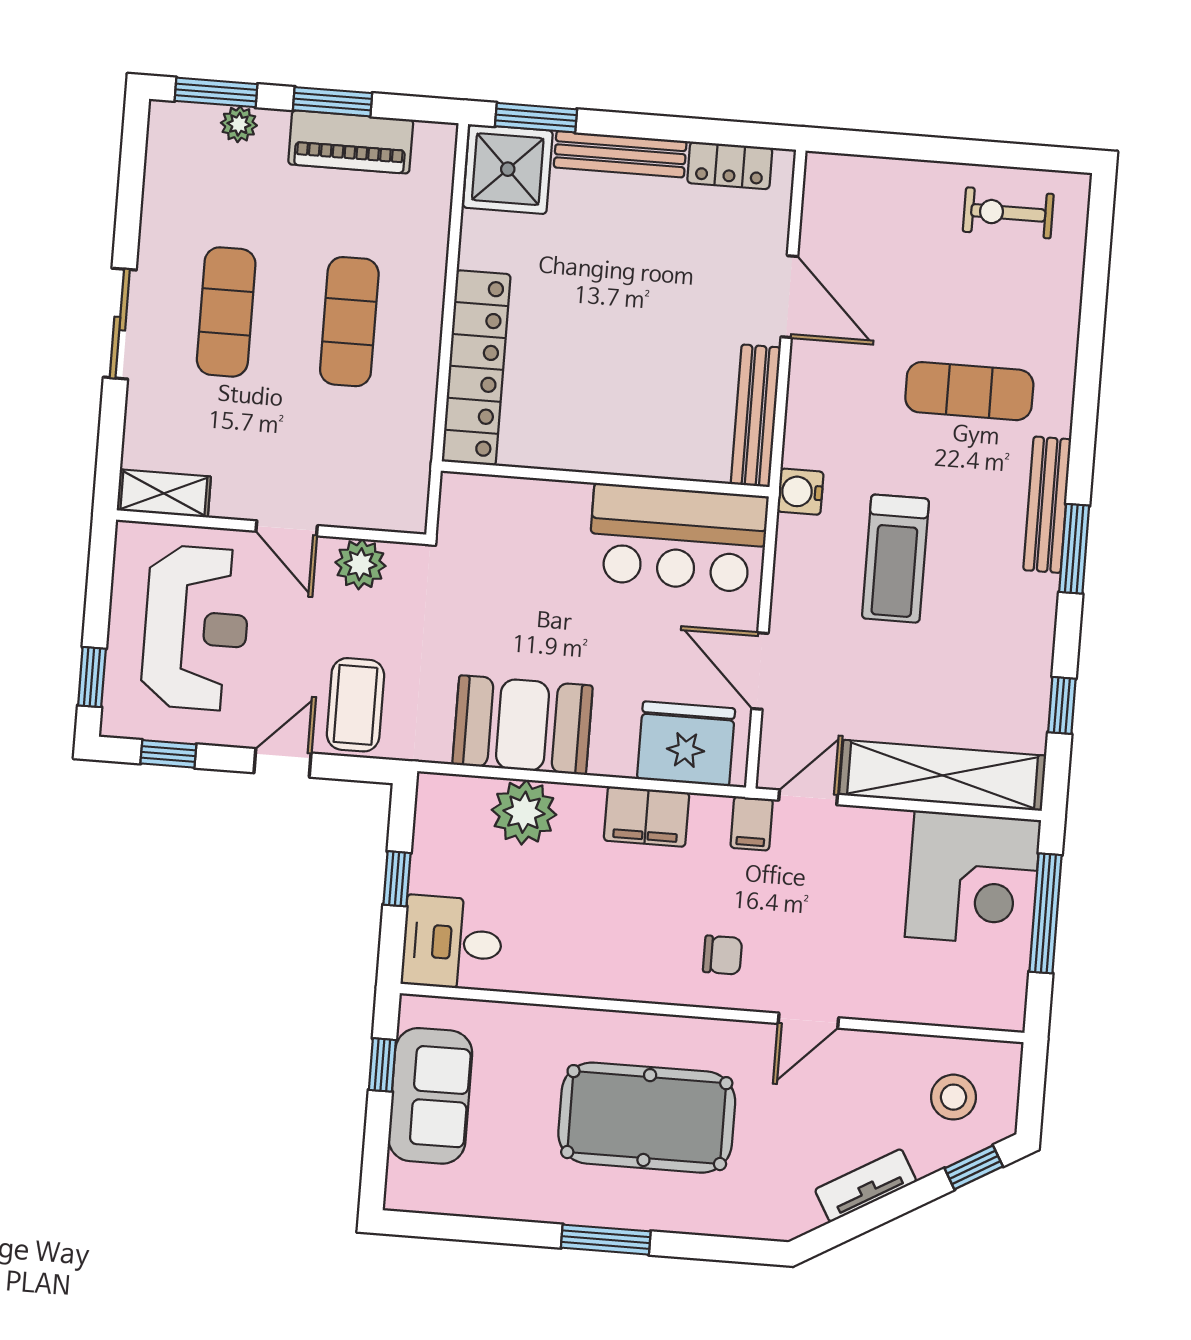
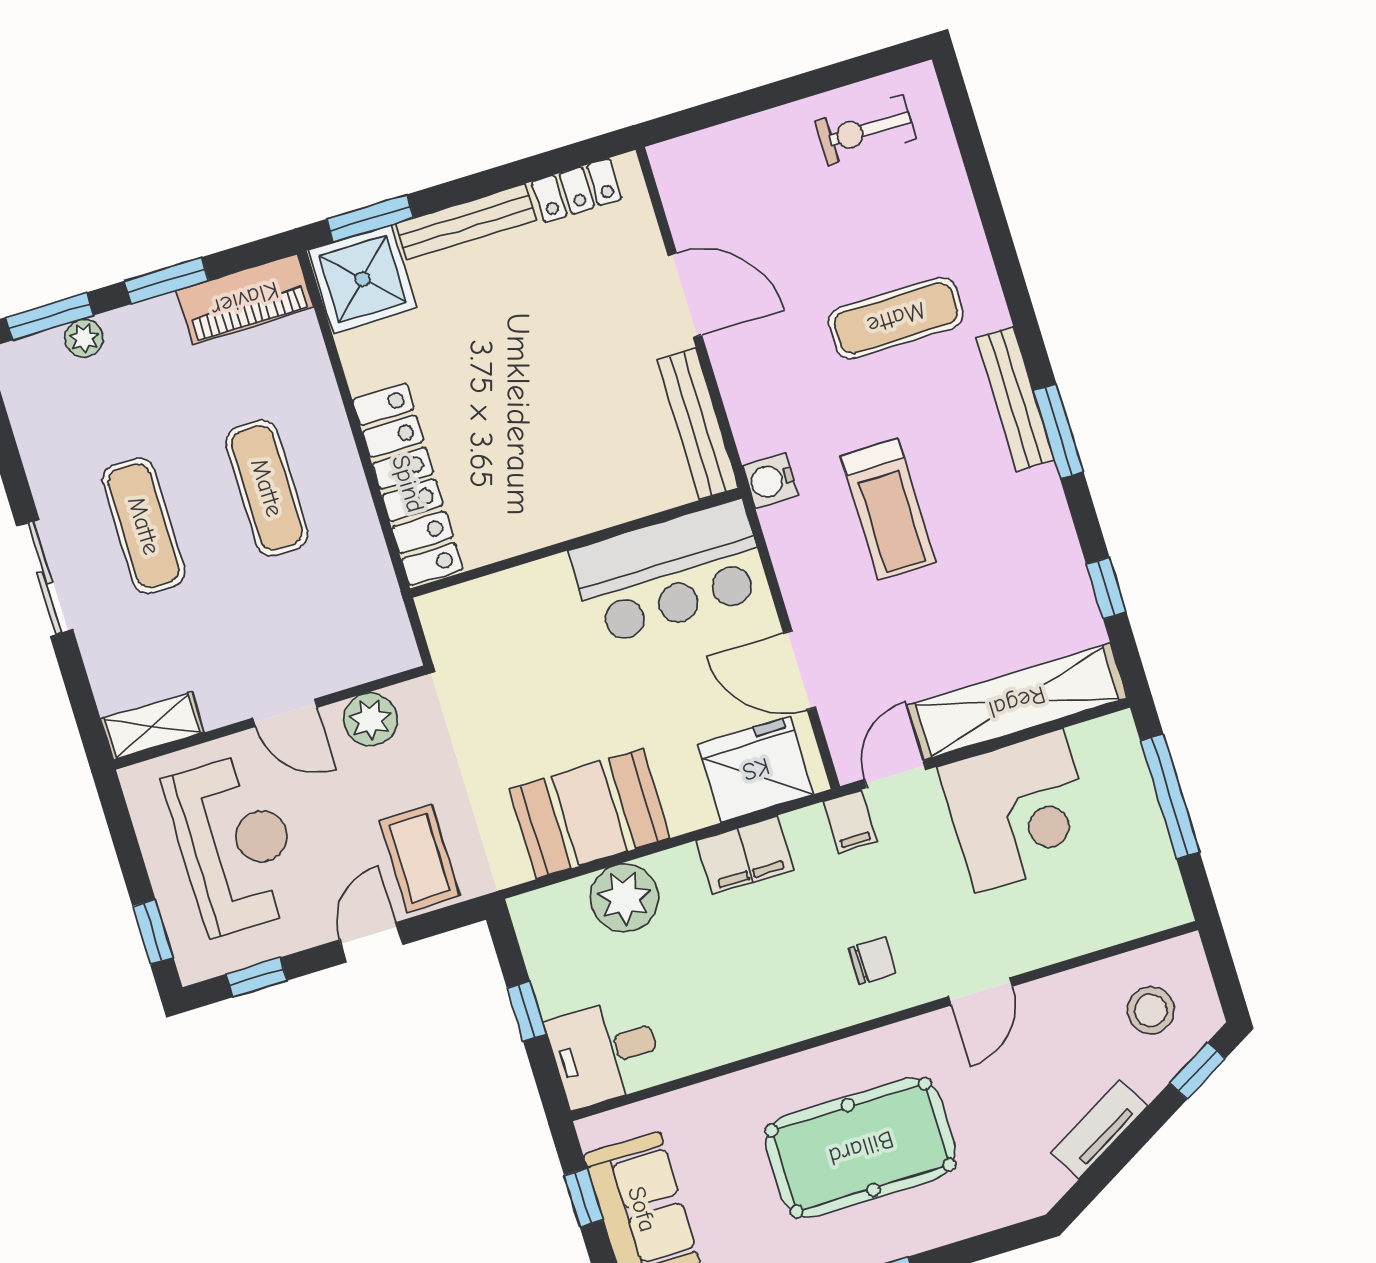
piano: (351, 142) -> (245, 299), moved
corner desk: (973, 879) -> (1019, 811), moved

